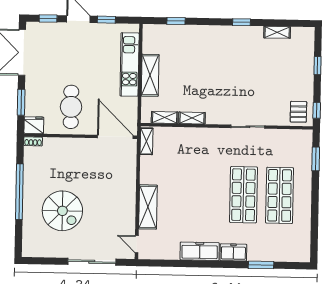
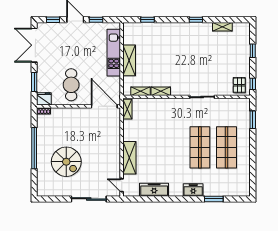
freezer: (200, 251) -> (154, 190), moved

